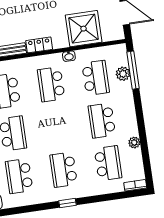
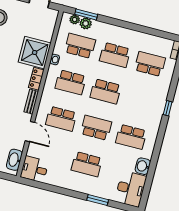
shower: (84, 29) -> (35, 53), moved
window: (133, 70) -> (86, 14), width x0.69
plant: (134, 143) -> (75, 19), moved
school desk: (64, 170) -> (106, 91), moved

